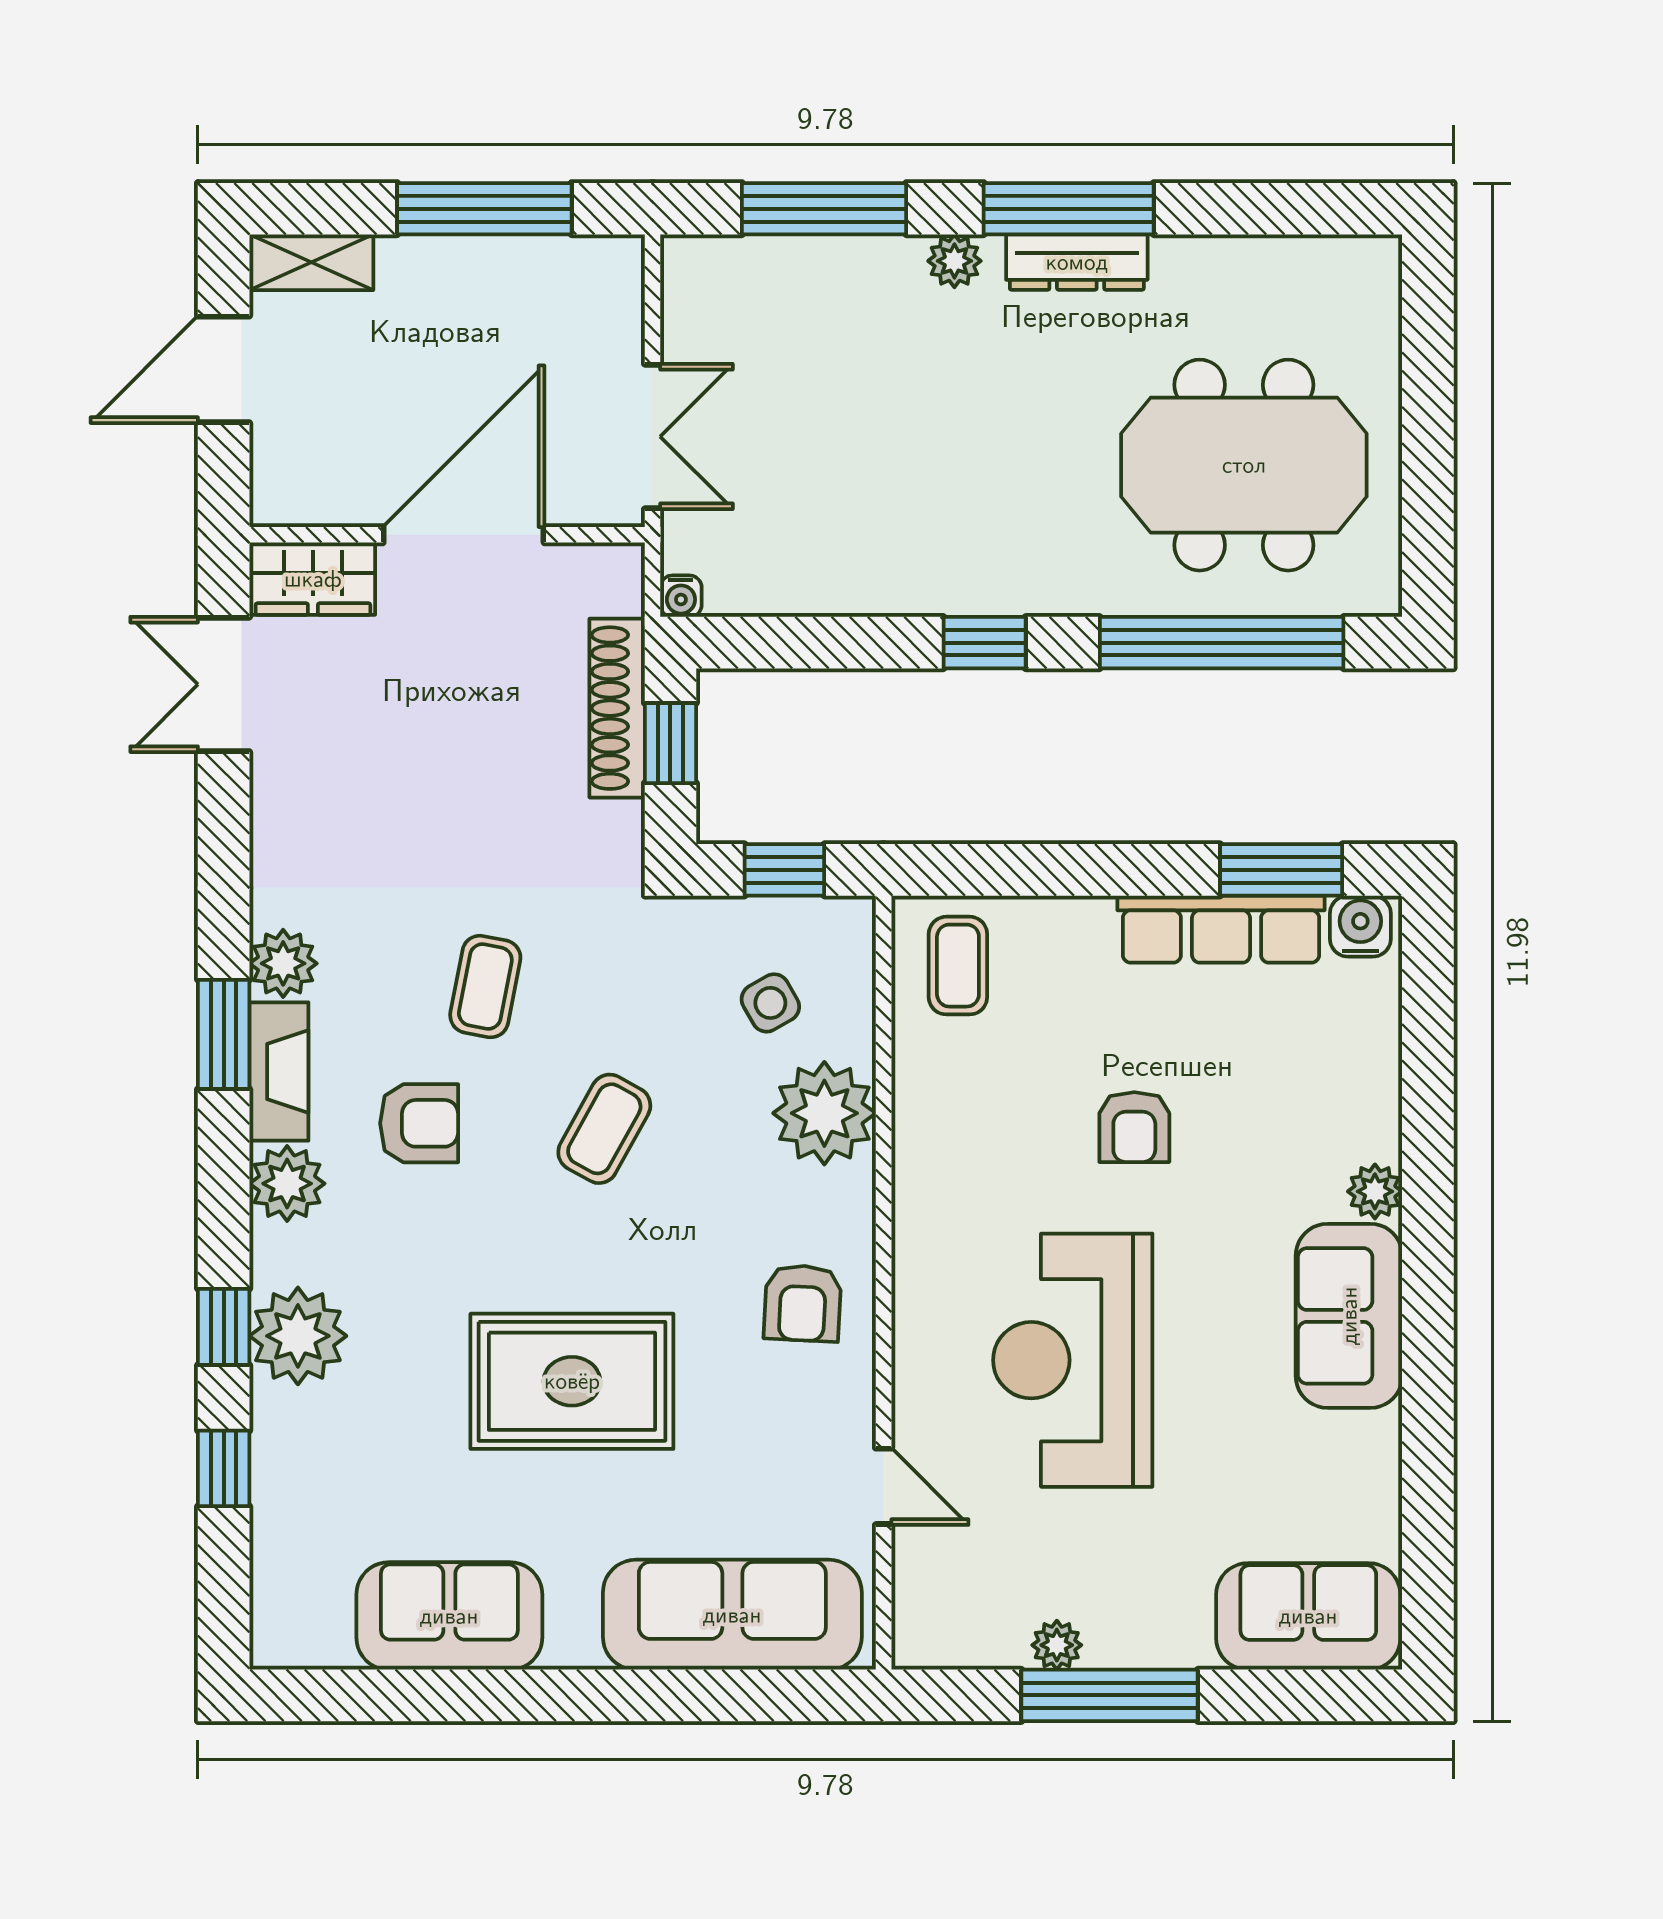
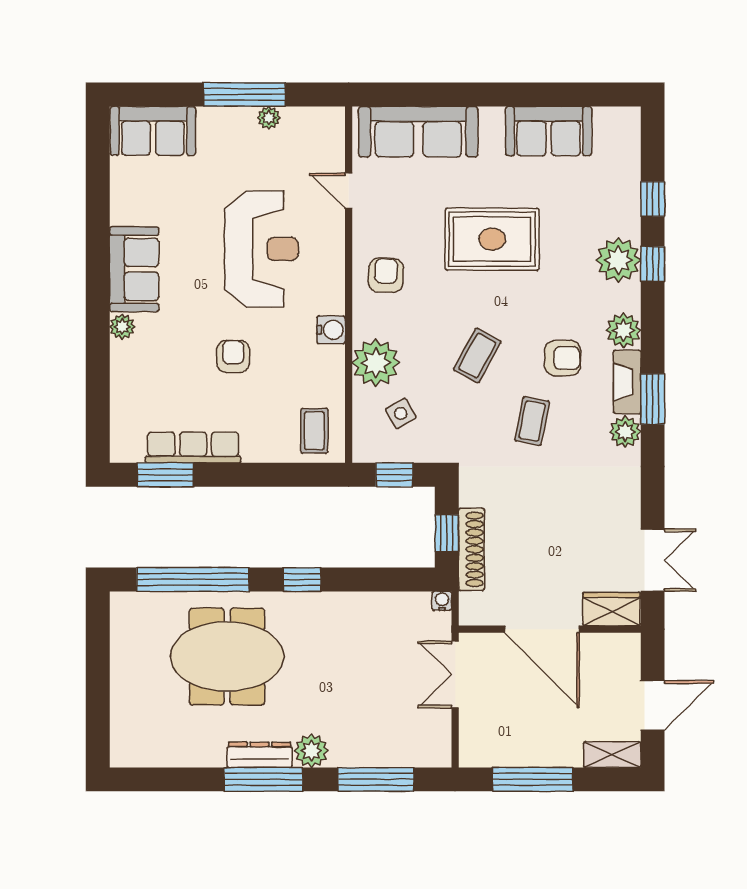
plant: (954, 261) -> (311, 751), width x1.38, depth x1.38
meeting table: (1244, 465) -> (227, 657), moved
door: (464, 535) -> (542, 629), hinge flipped
water cooler: (1360, 926) -> (331, 330), moved, turned -90
armchair: (419, 1123) -> (563, 358), turned 180

